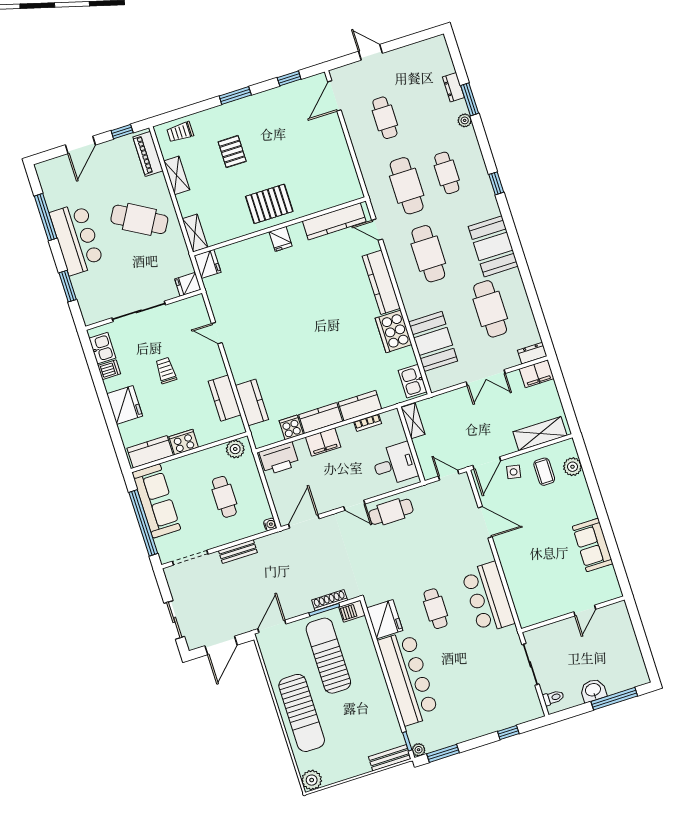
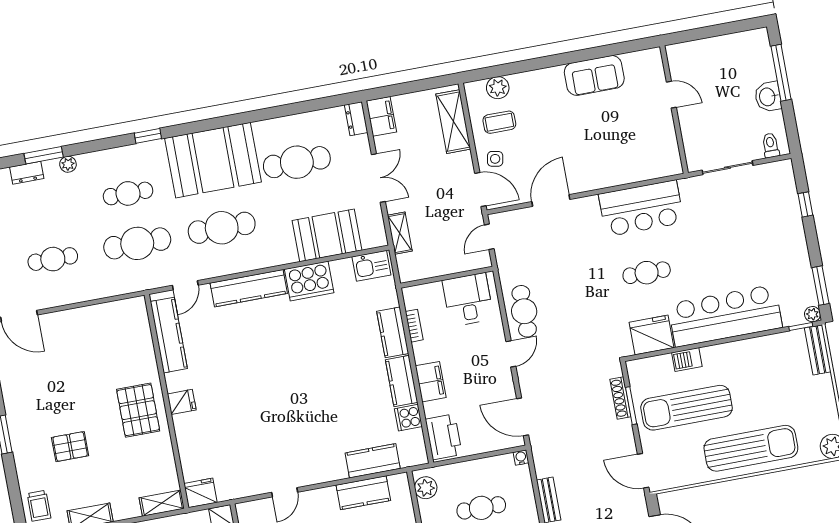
booth: (493, 246) -> (213, 160), width x1.36, depth x1.42
shelving: (413, 421) -> (400, 233), moved, turned 90
barbecue: (352, 611) -> (687, 360), moved, turned 90

